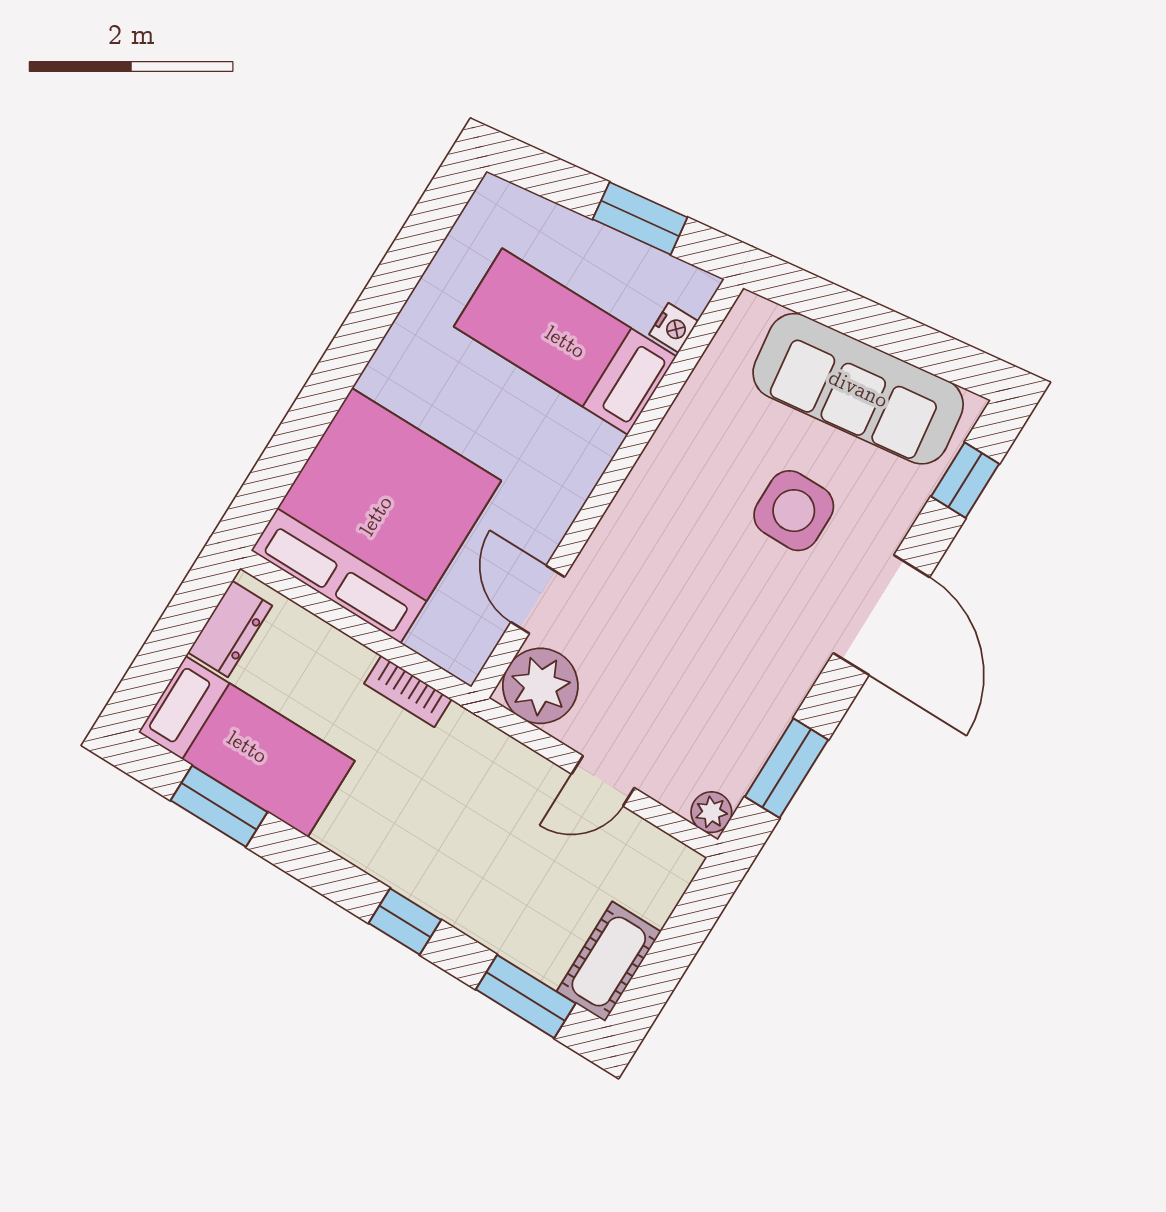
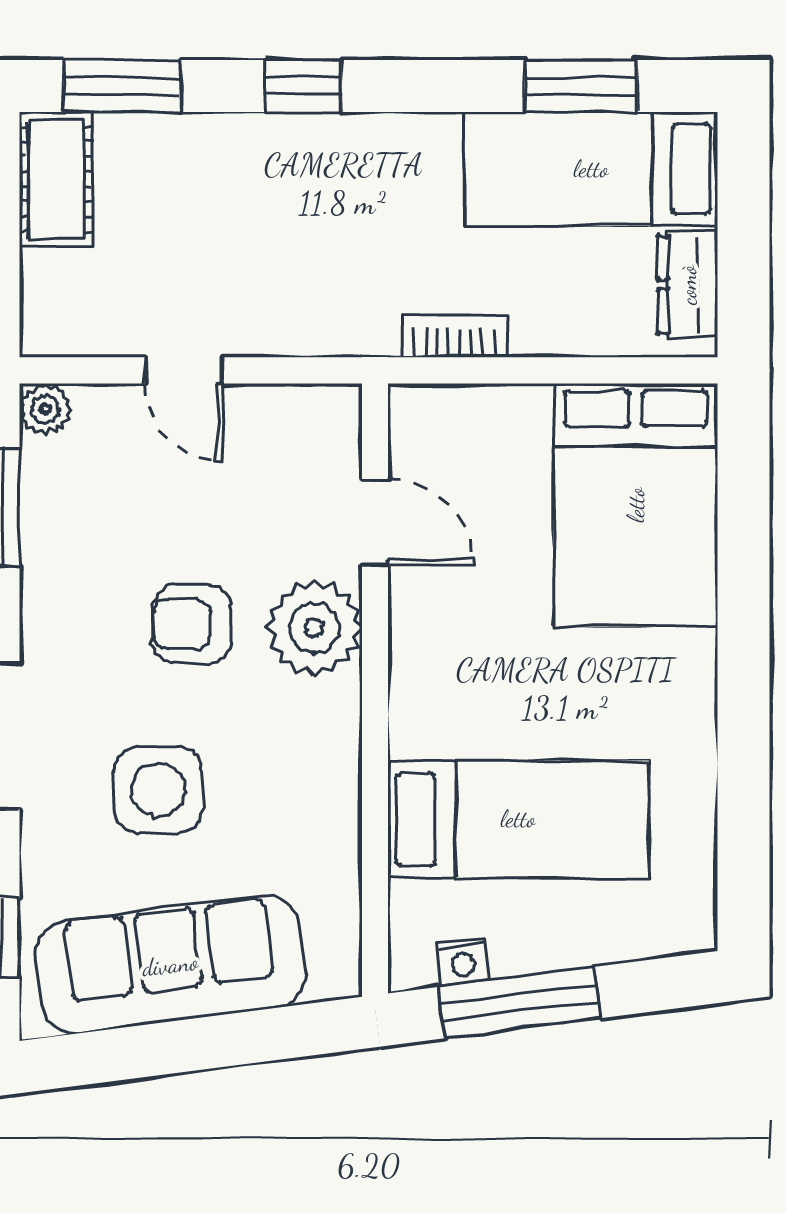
window: (640, 218) -> (520, 1003), width x1.44
nightstand: (674, 328) -> (463, 961), moved, turned -97
bed: (376, 516) -> (636, 505), width x0.73
armchair: (703, 608) -> (192, 624), added
plant: (540, 686) -> (314, 628), moved
door: (603, 781) -> (183, 370), swing flipped

